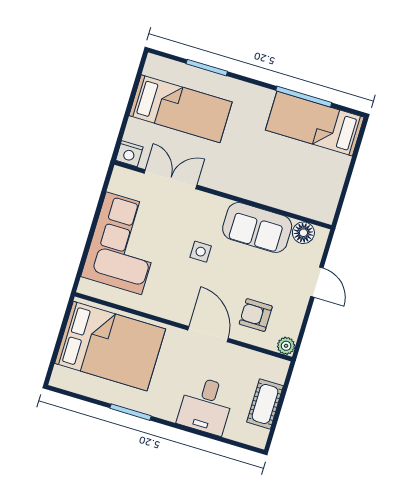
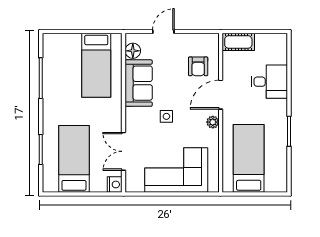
bed: (315, 124) -> (96, 65), moved
bed: (110, 346) -> (249, 158), width x0.67
plant: (286, 346) -> (213, 122), moved
cot: (265, 404) -> (238, 42), moved

